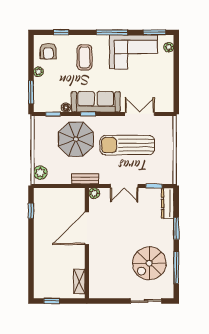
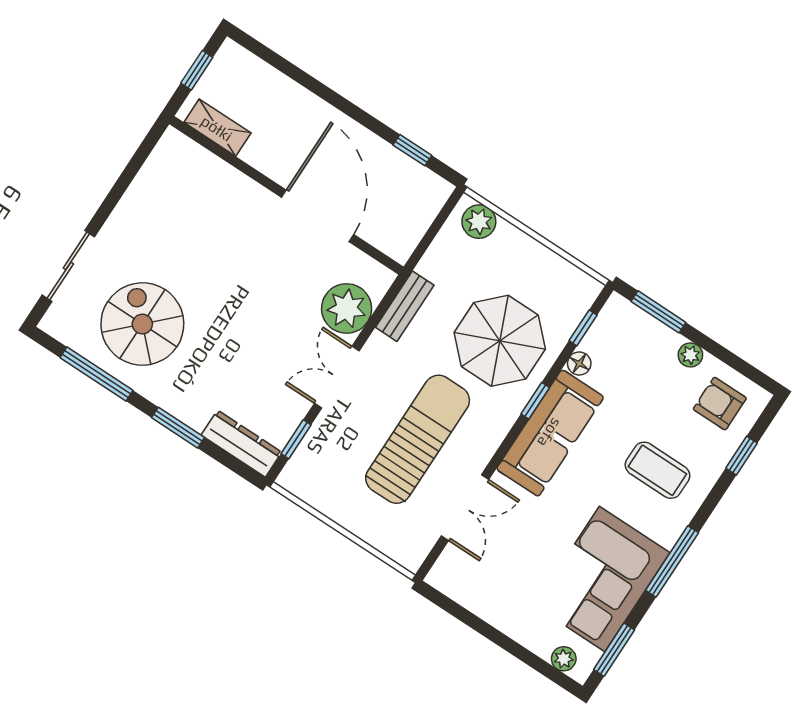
plant: (94, 193) -> (347, 308), width x1.87, depth x1.87
door: (87, 228) -> (318, 216), moved
wall: (87, 243) -> (286, 195), moved
shelving: (79, 281) -> (217, 128), moved

